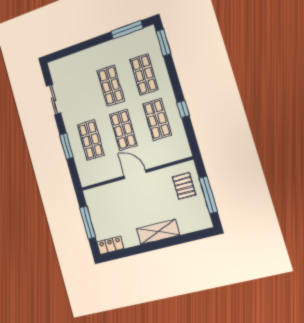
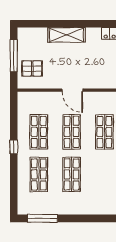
window: (163, 42) -> (14, 196), removed
window: (183, 109) -> (14, 147), moved
pallet: (184, 186) -> (32, 68), turned 90

